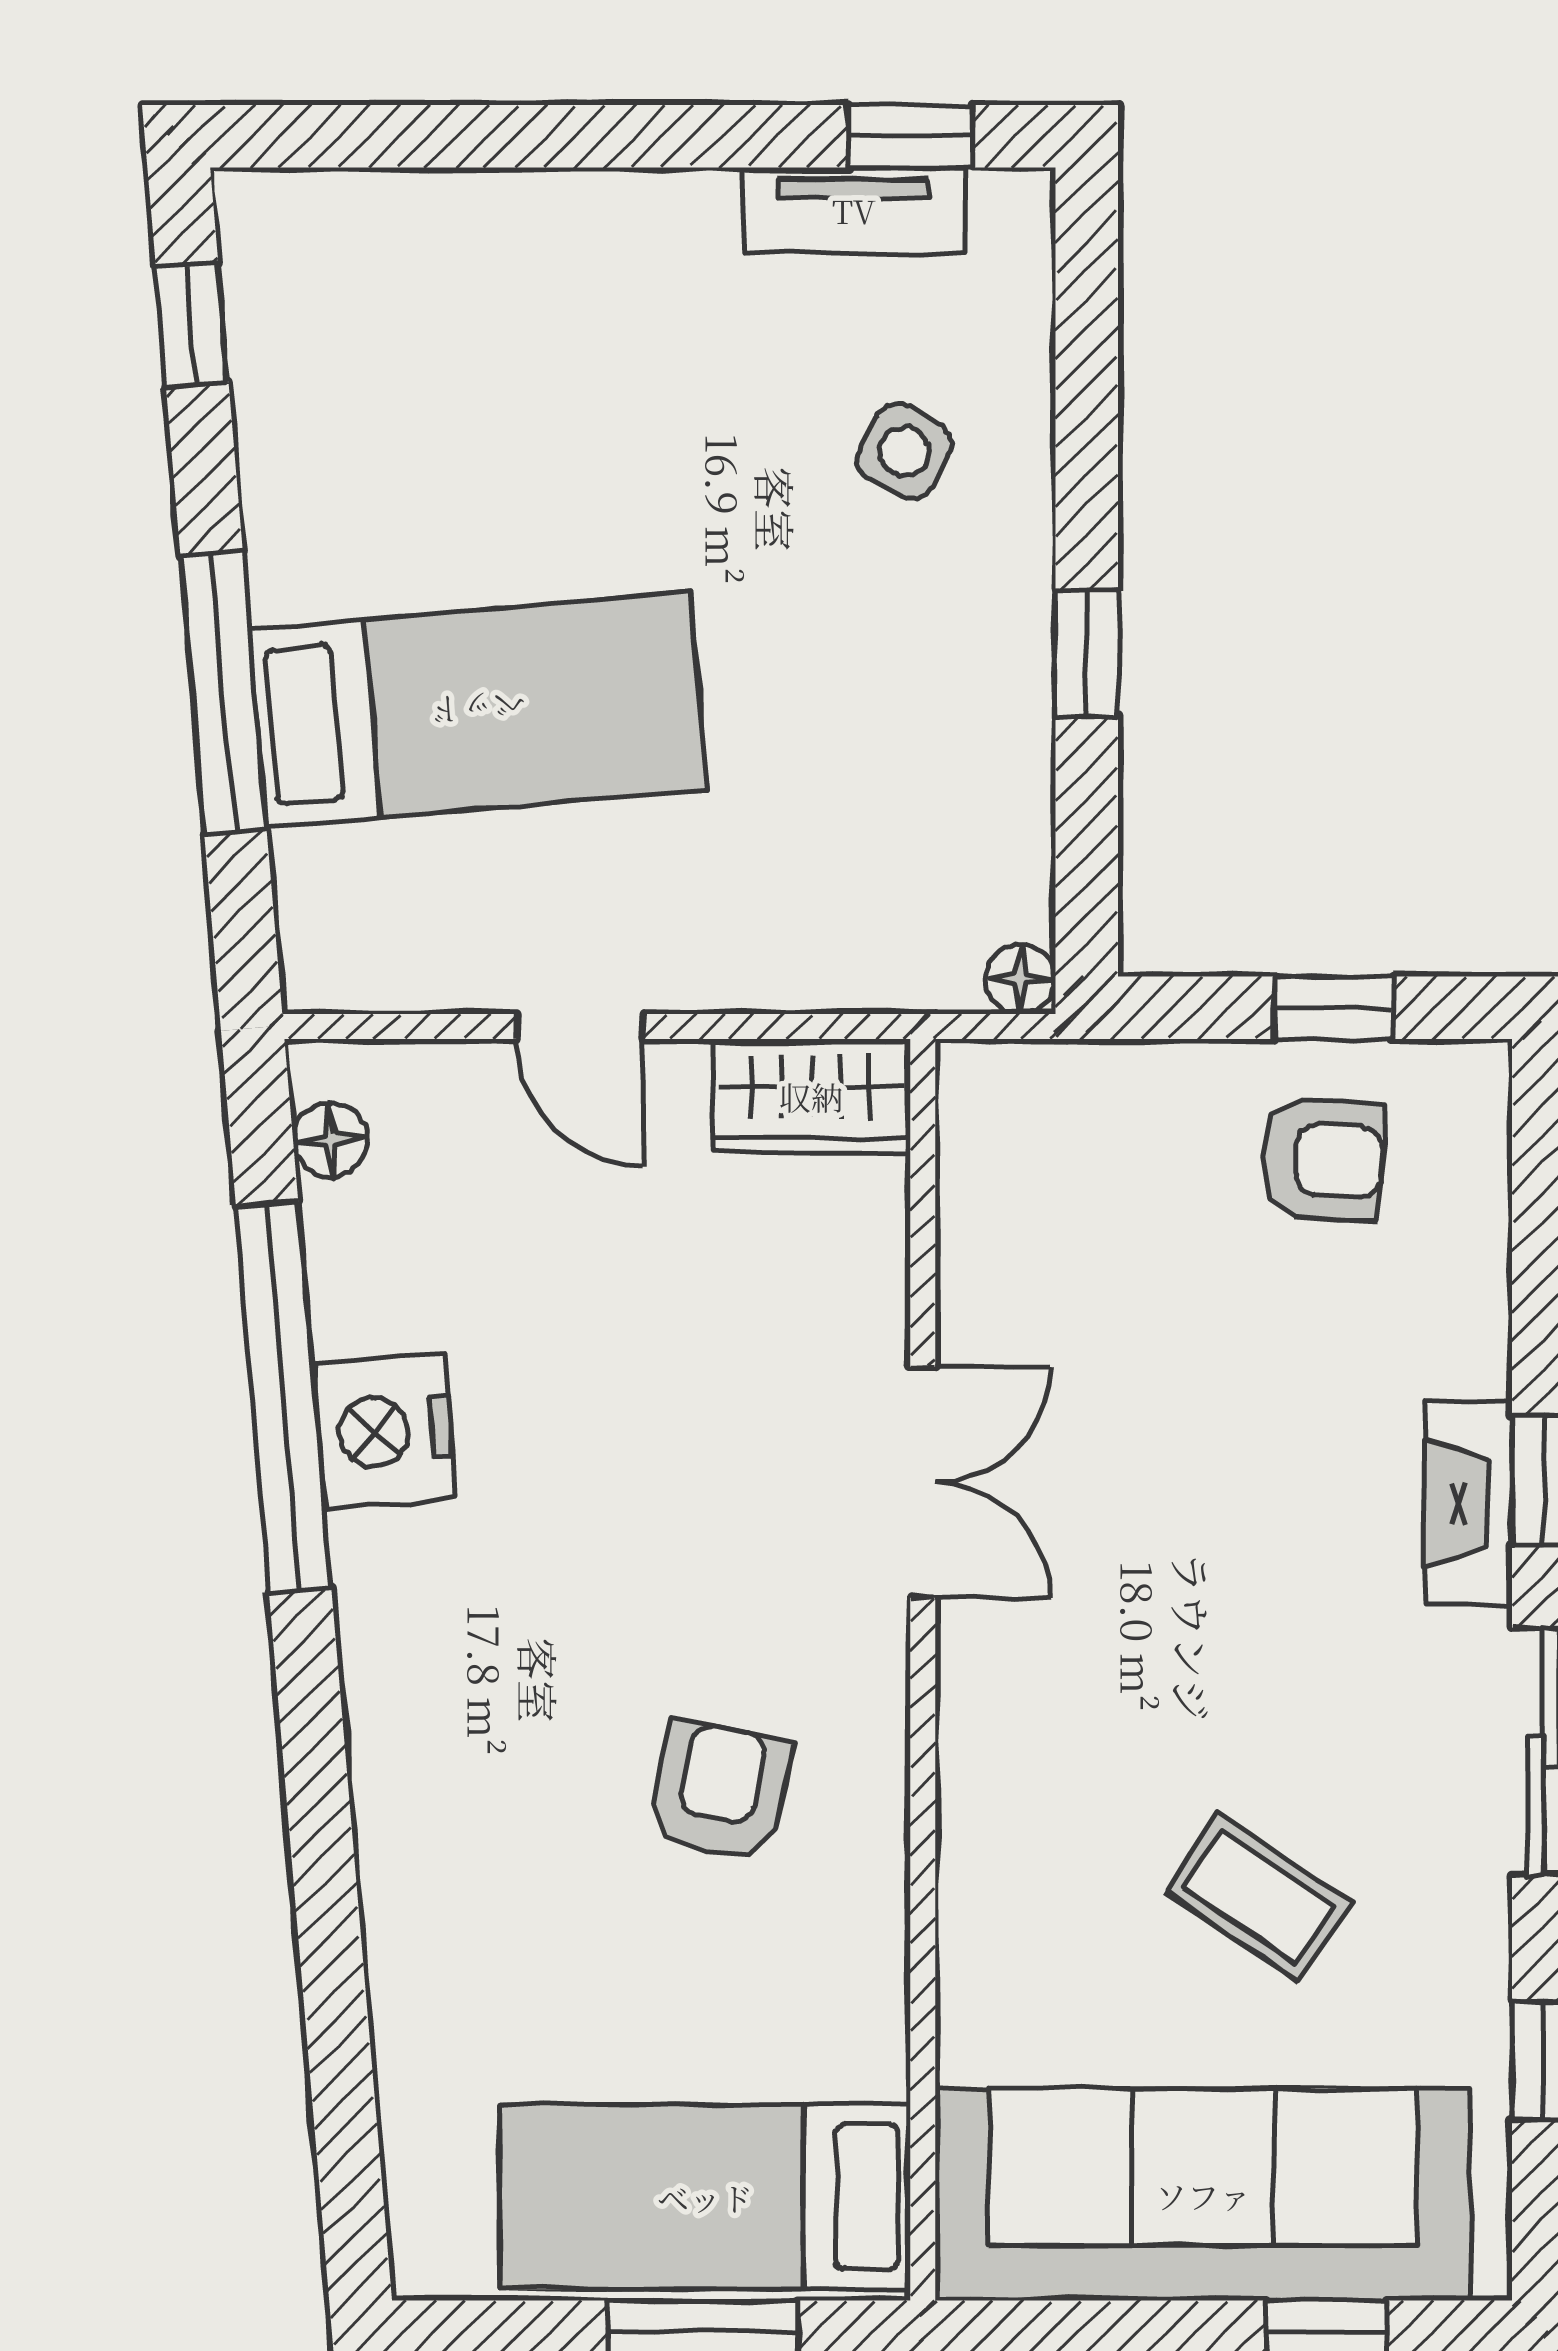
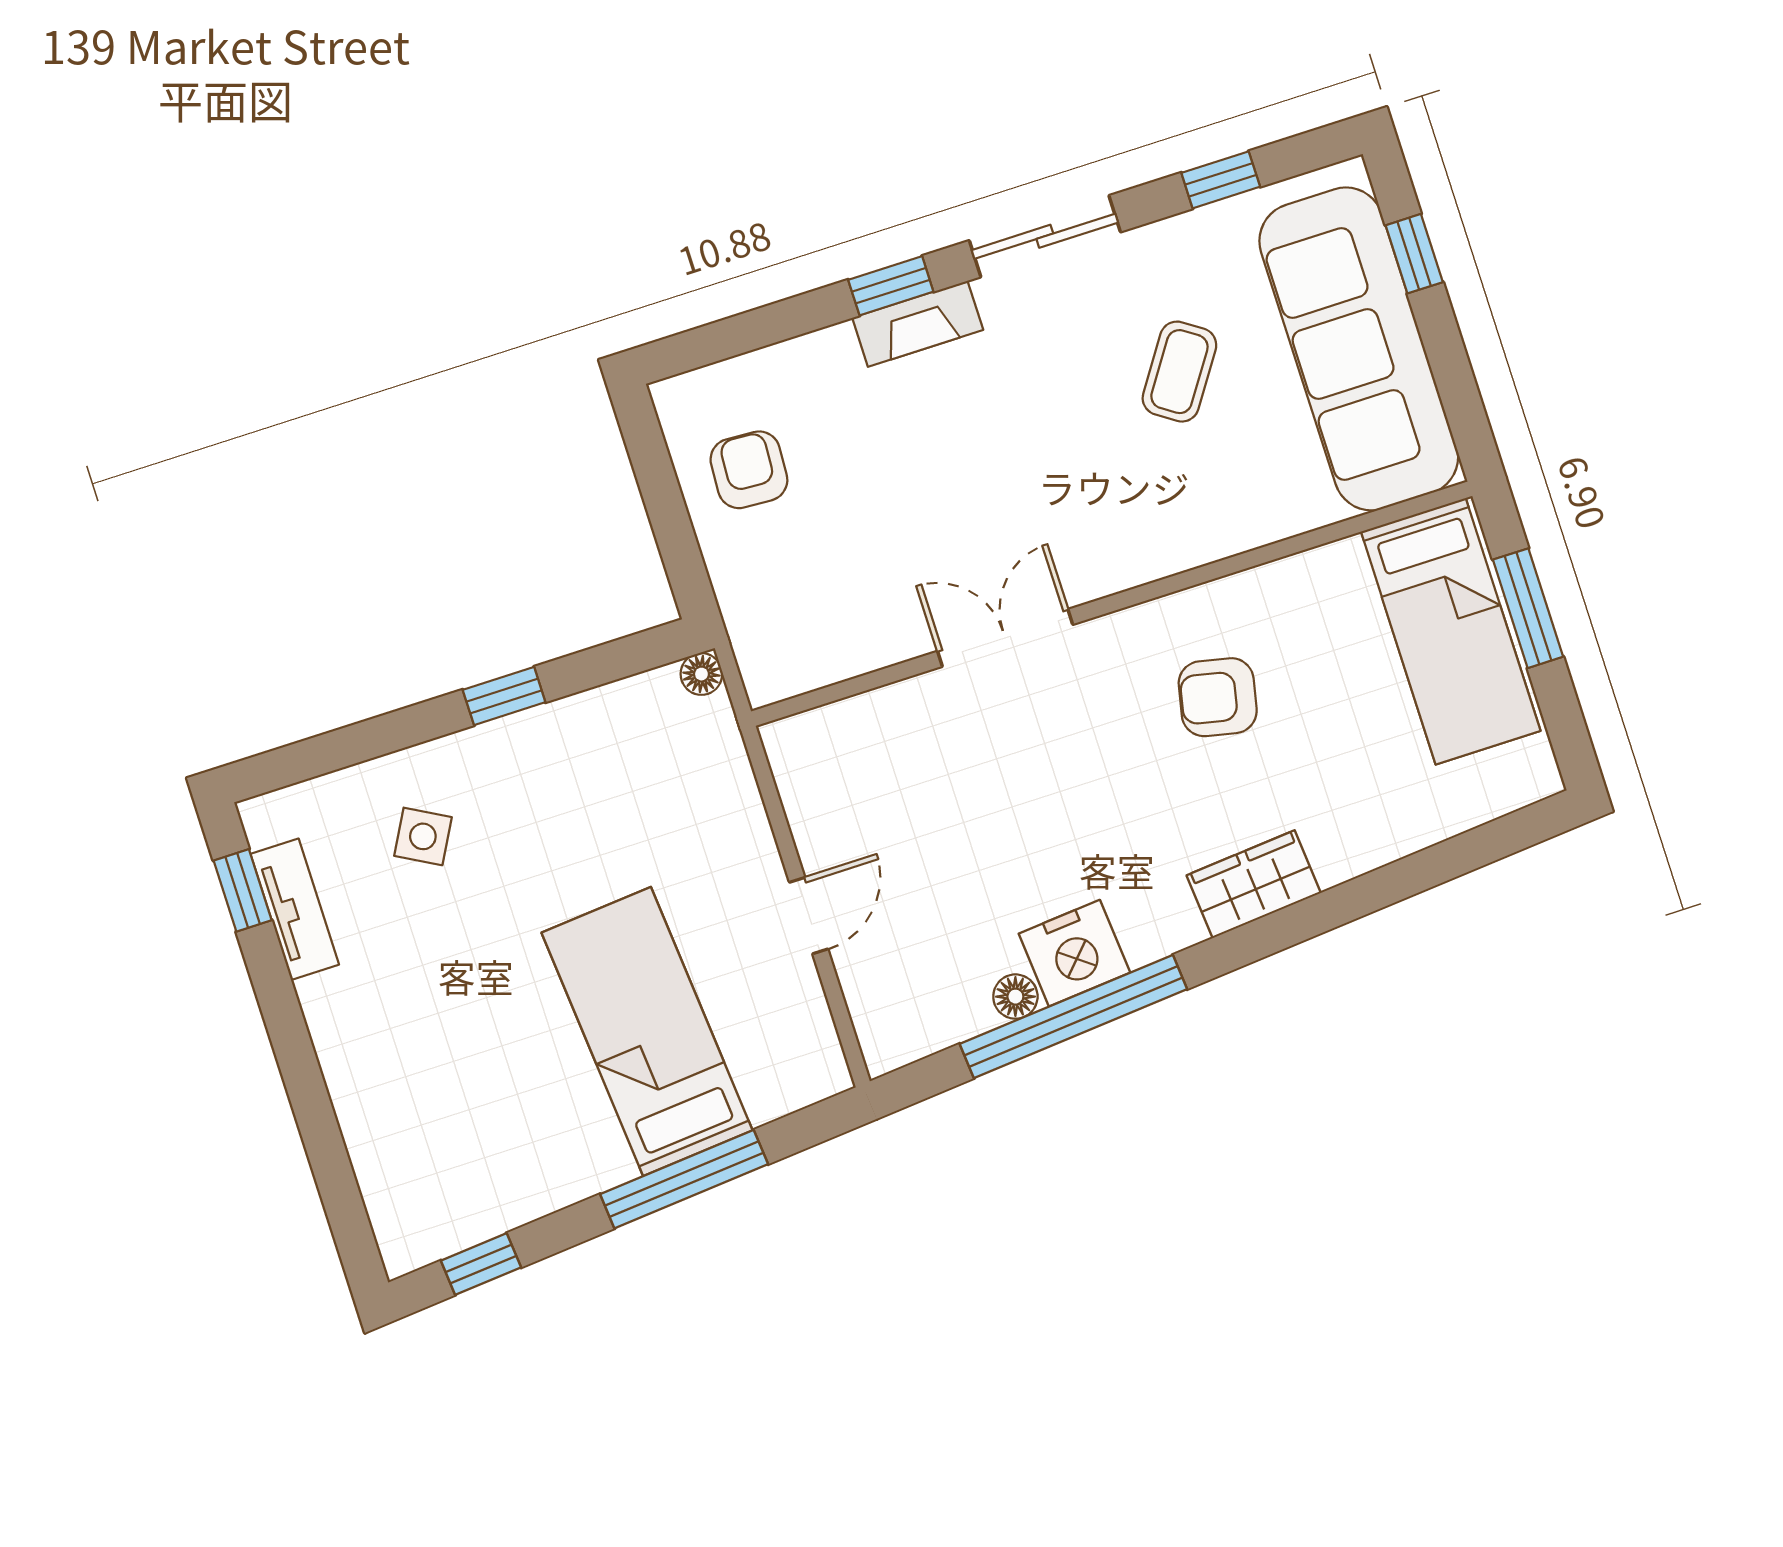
window: (1334, 1008) -> (661, 491), removed
wardrobe: (811, 1096) -> (1254, 884), moved, turned -95
floor lamp: (330, 1140) -> (1015, 997), moved

